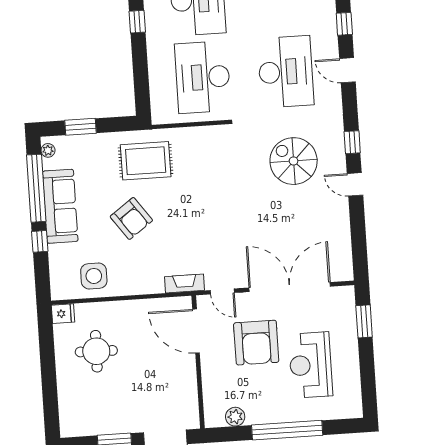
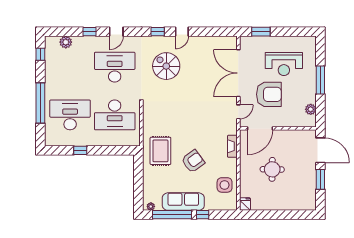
window: (80, 127) -> (138, 187), removed
spiral stairs: (294, 161) -> (166, 66), turned 90
fireplace: (185, 283) -> (232, 146), moved
round table: (96, 351) -> (272, 169), moved
window: (287, 430) -> (320, 80), width x0.68

